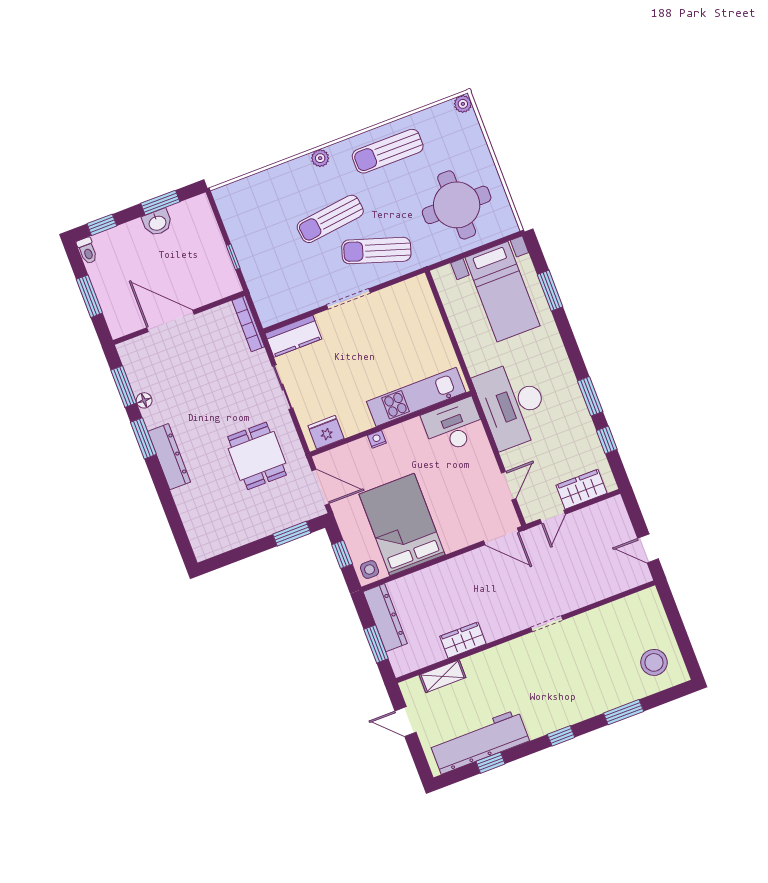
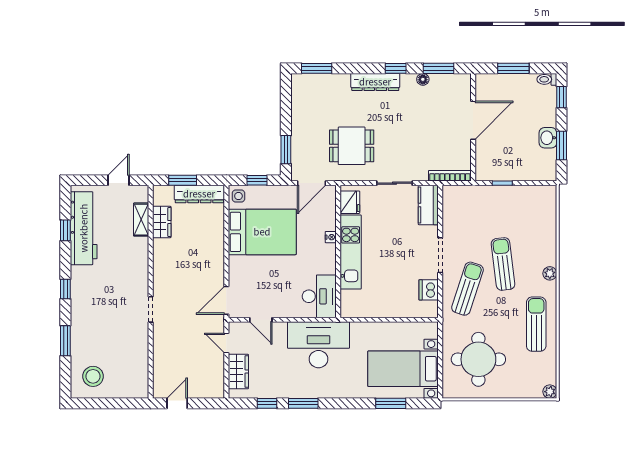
dishwasher: (396, 297) -> (429, 290), added
kitchen unit: (416, 397) -> (351, 252), moved
window: (143, 438) -> (396, 68), width x0.67
window: (180, 534) -> (317, 68), added
wardrobe: (463, 640) -> (162, 222), moved

